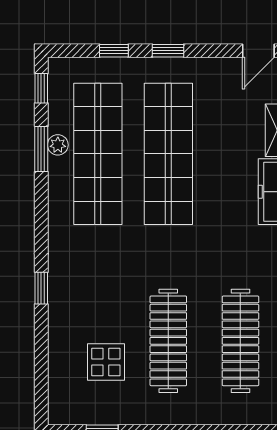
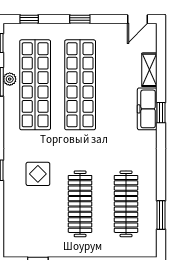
window: (114, 51) -> (29, 19), moved
display table: (106, 362) -> (38, 174), moved

